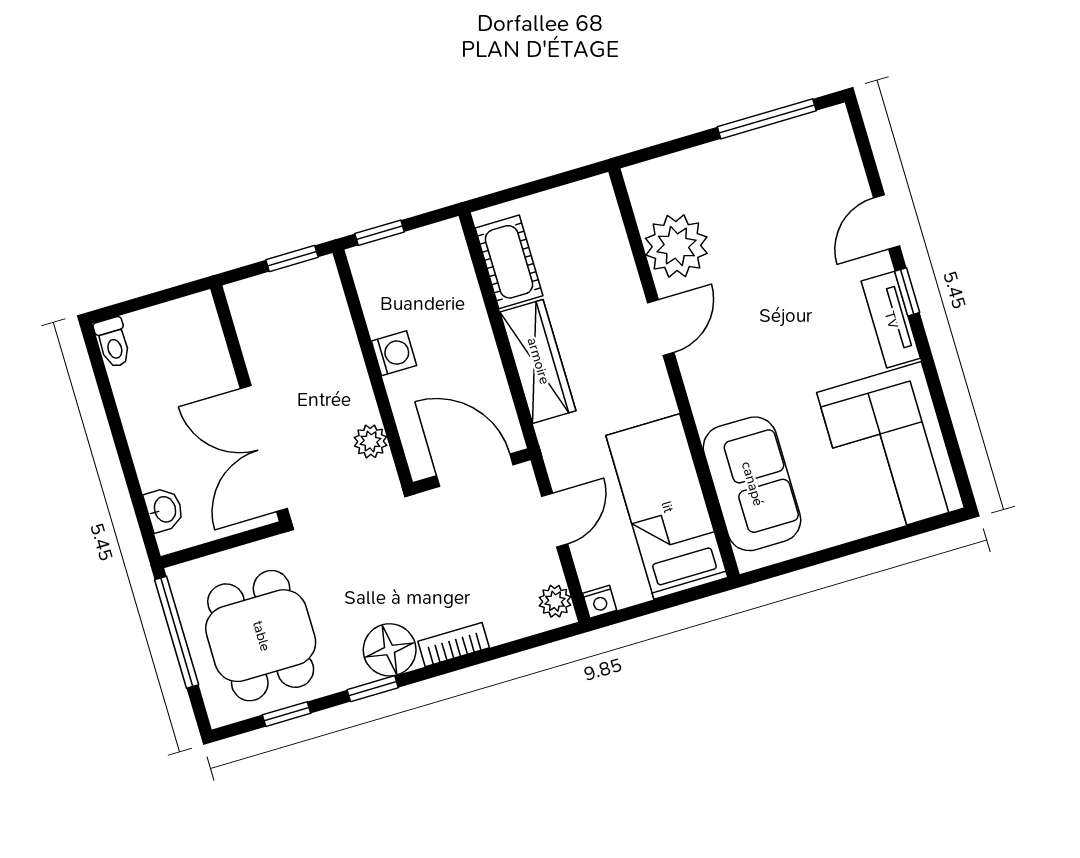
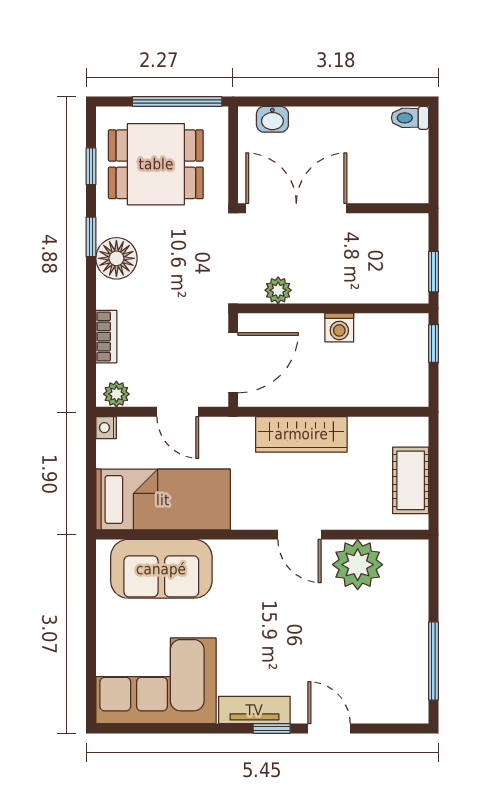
cot: (509, 262) -> (411, 480), moved, turned 90
bookcase: (454, 645) -> (106, 337), moved

